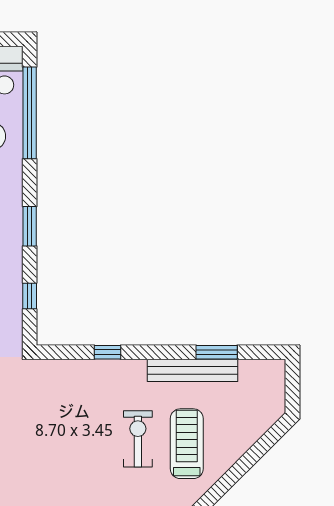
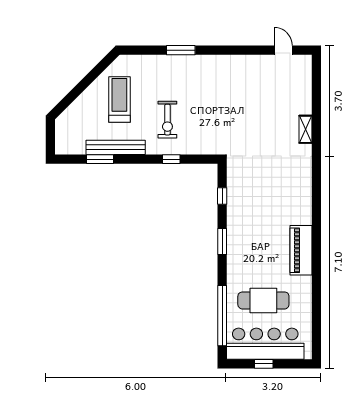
exercise bike: (138, 439) -> (167, 120), moved
treadmill: (187, 444) -> (119, 99), turned 180

